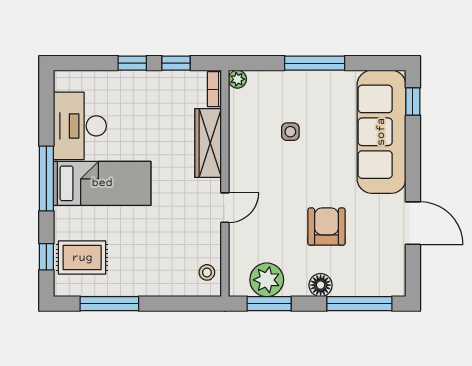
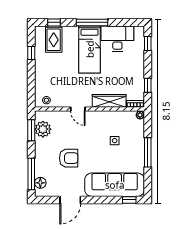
window: (132, 63) -> (148, 43), moved
floor lamp: (321, 285) -> (40, 183), moved
window: (109, 304) -> (31, 53), width x0.46

